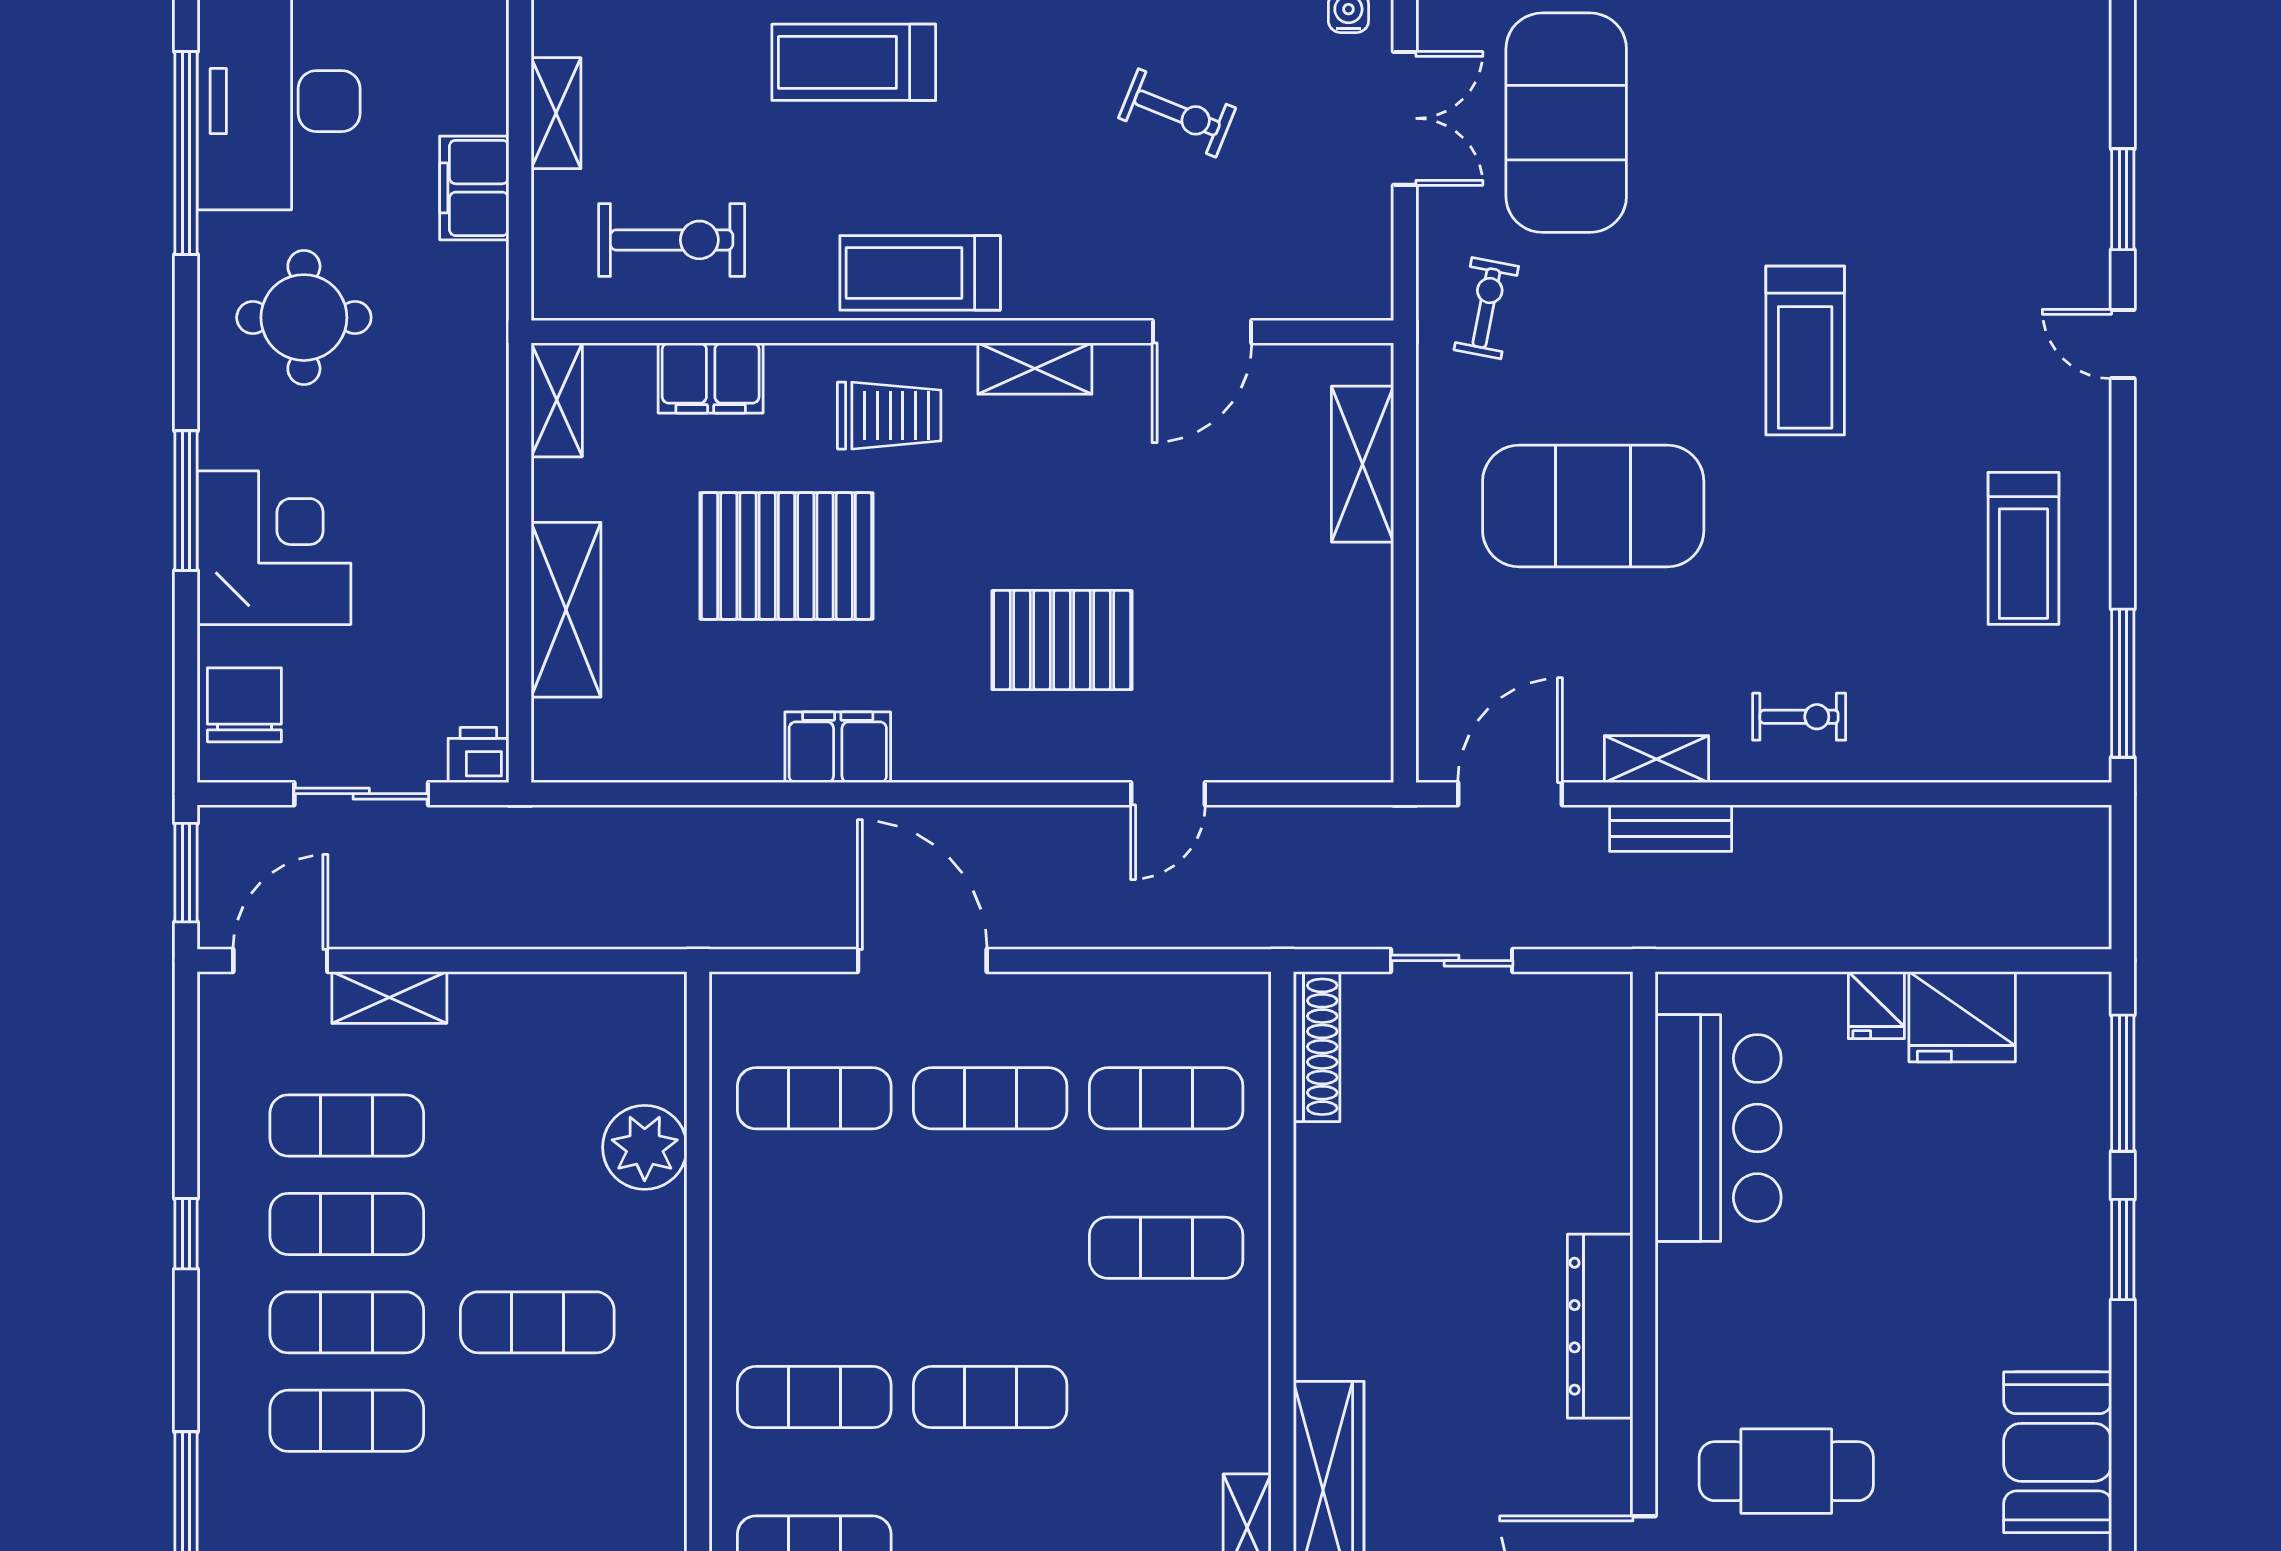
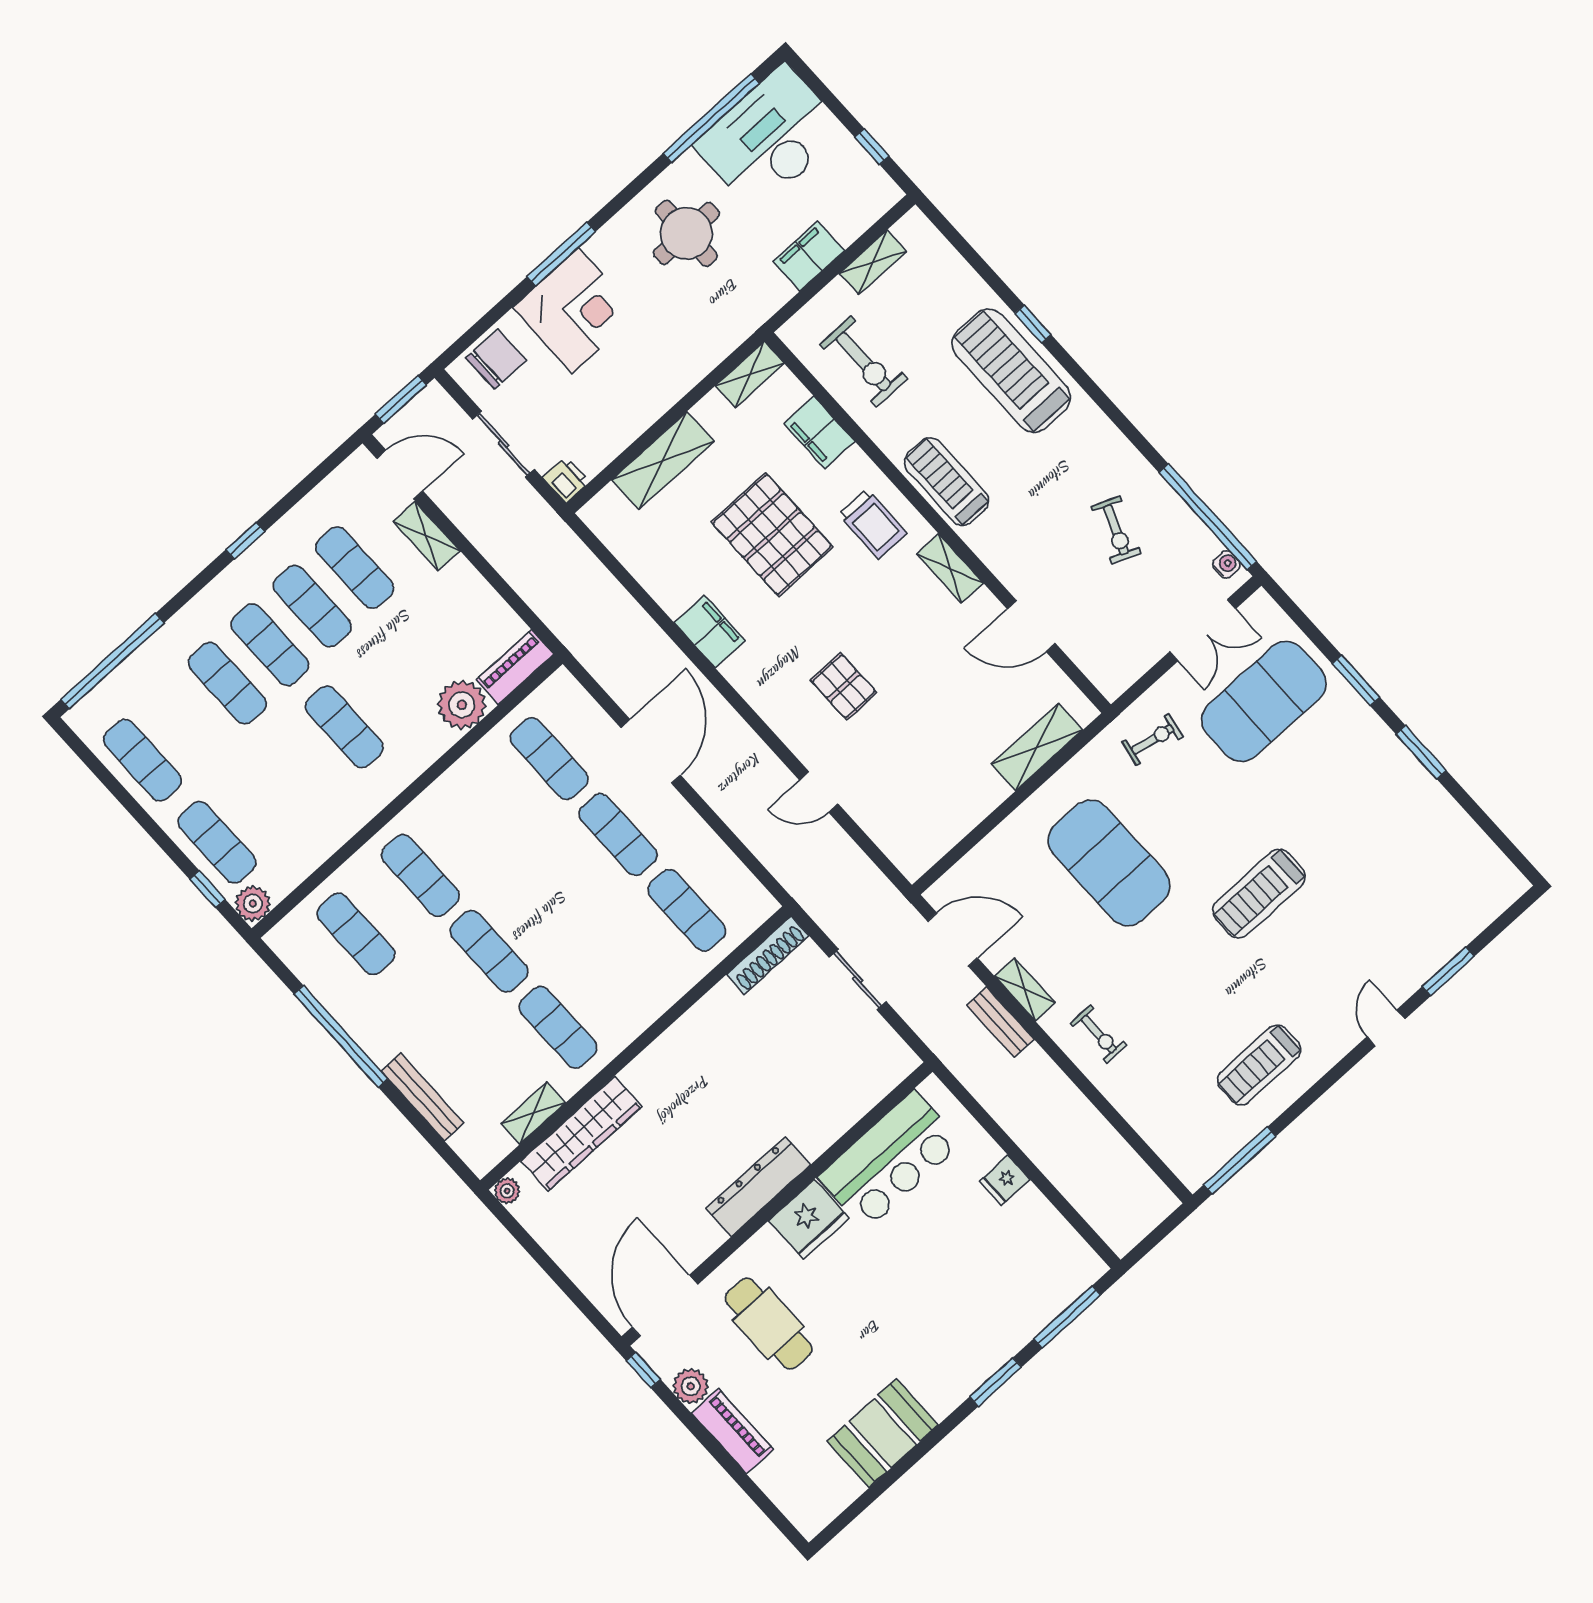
treadmill: (854, 62) -> (1011, 371), width x1.37, depth x1.38
pallet: (1062, 640) -> (844, 686), width x0.67, depth x0.71
fridge: (1962, 1017) -> (809, 1219), moved, turned -90
piano: (658, 1036) -> (515, 667), added
exercise mat: (1166, 1248) -> (558, 1027), moved

